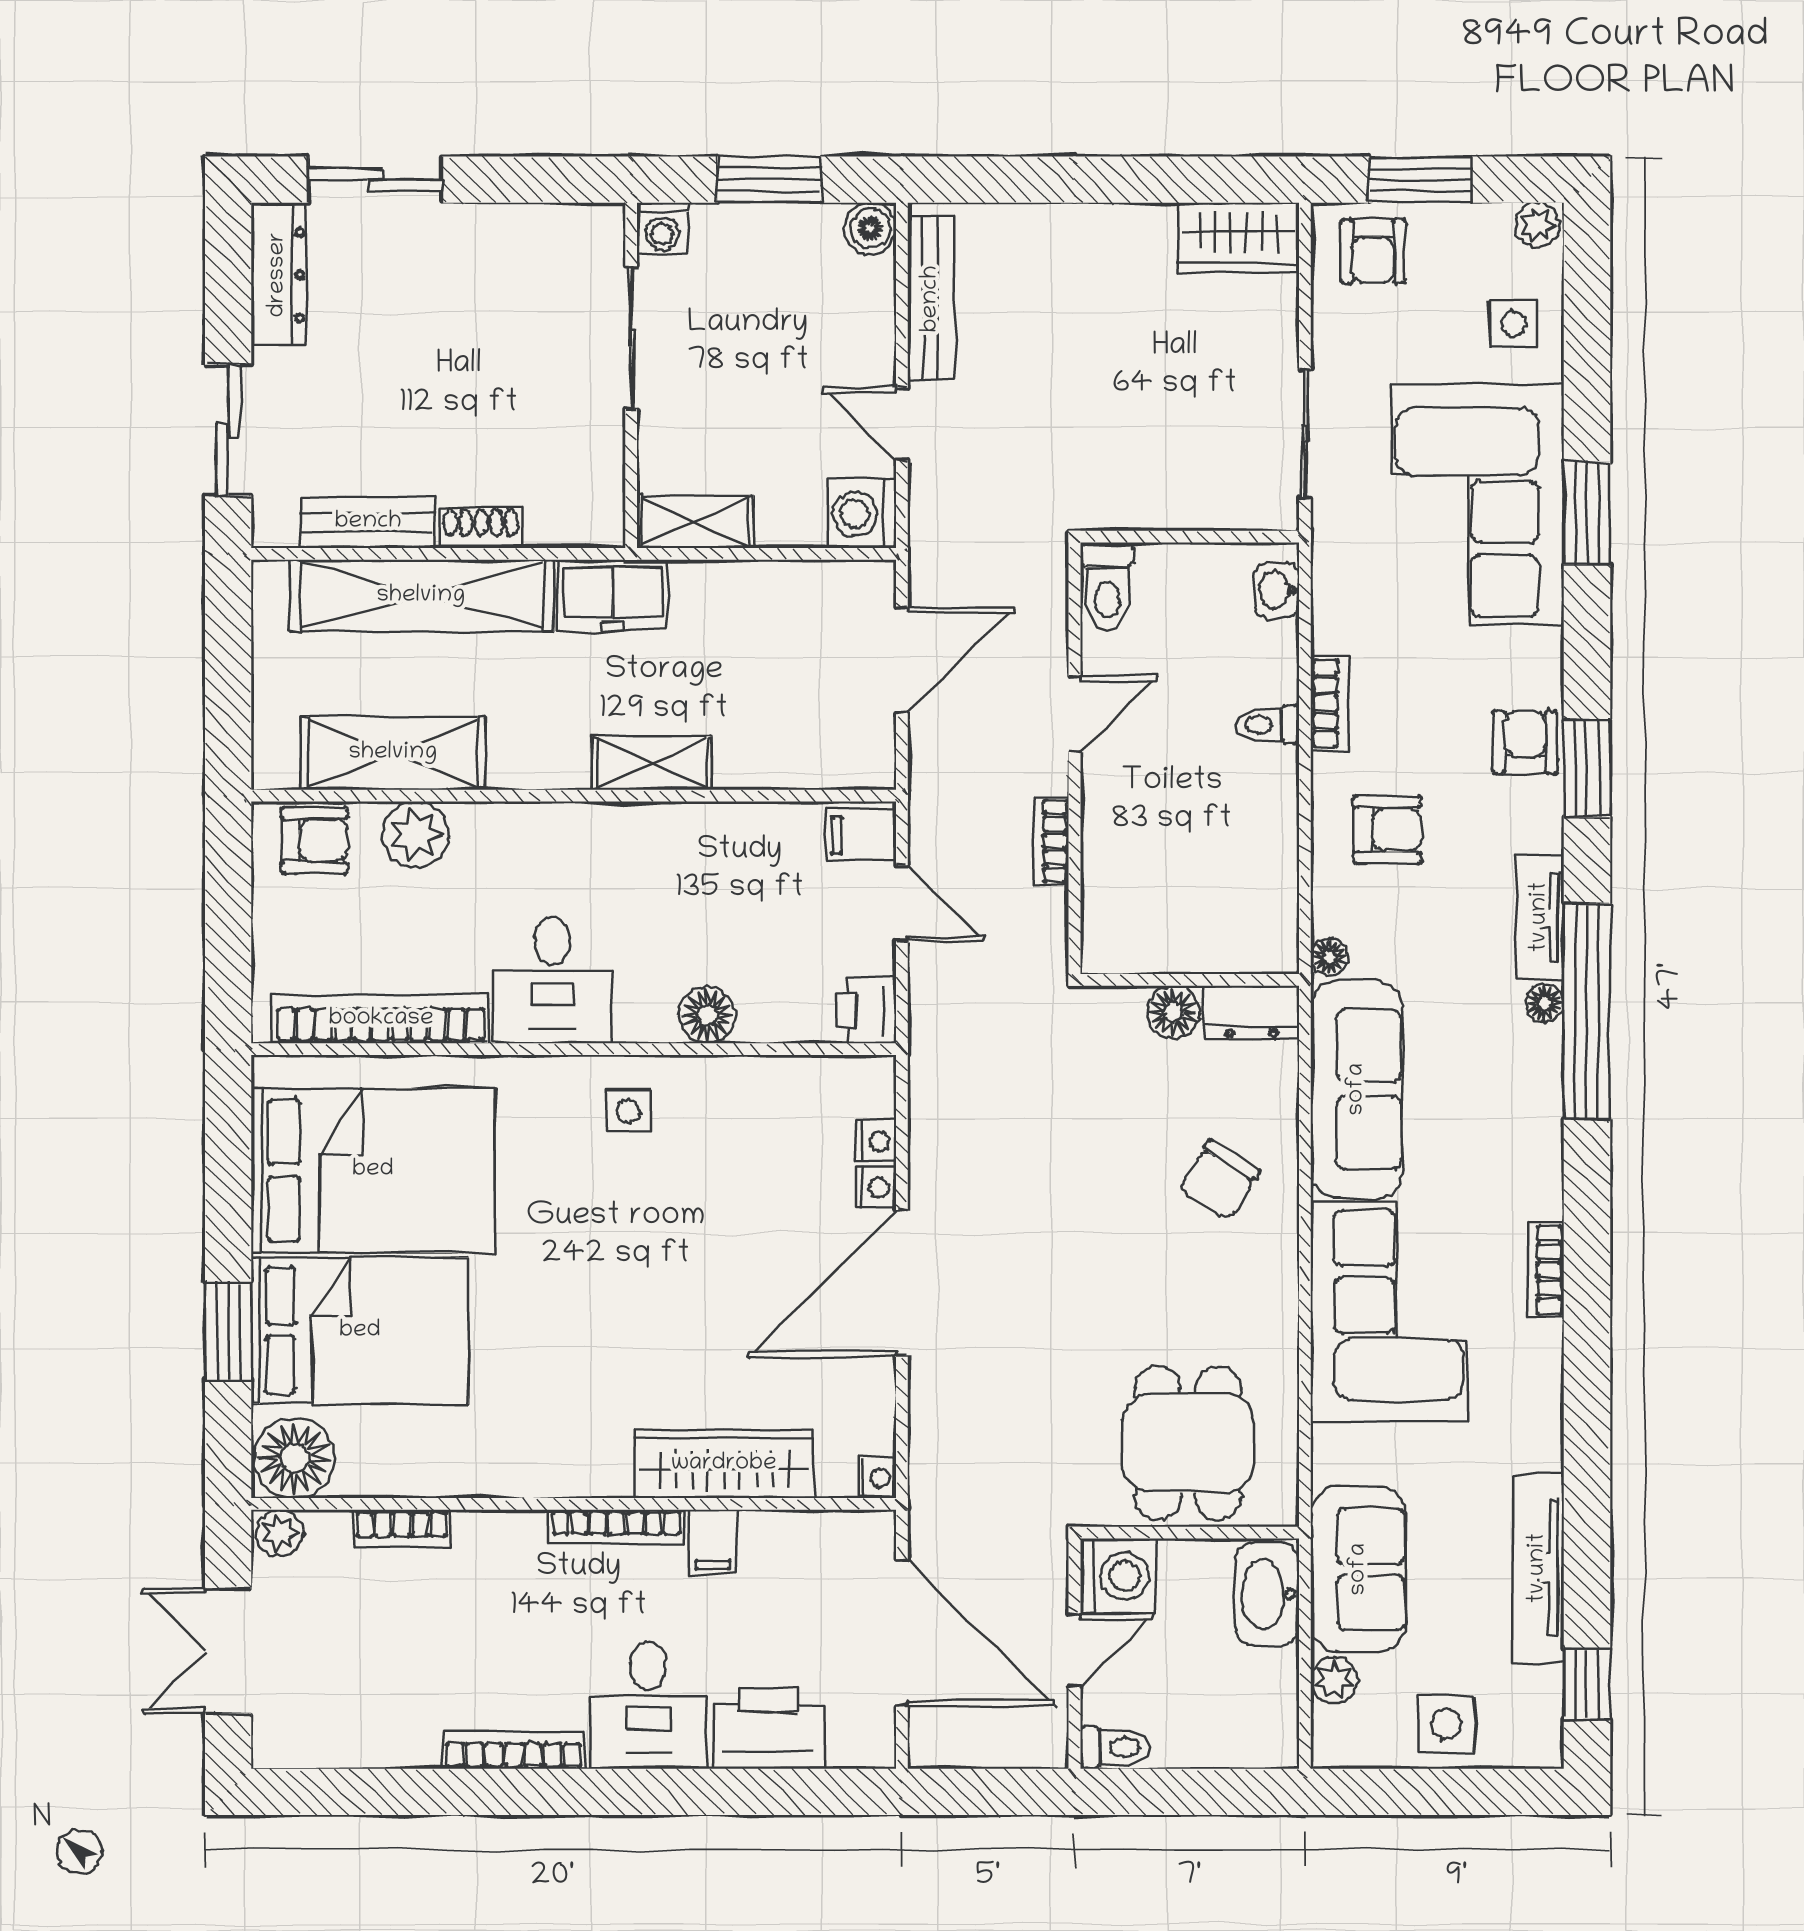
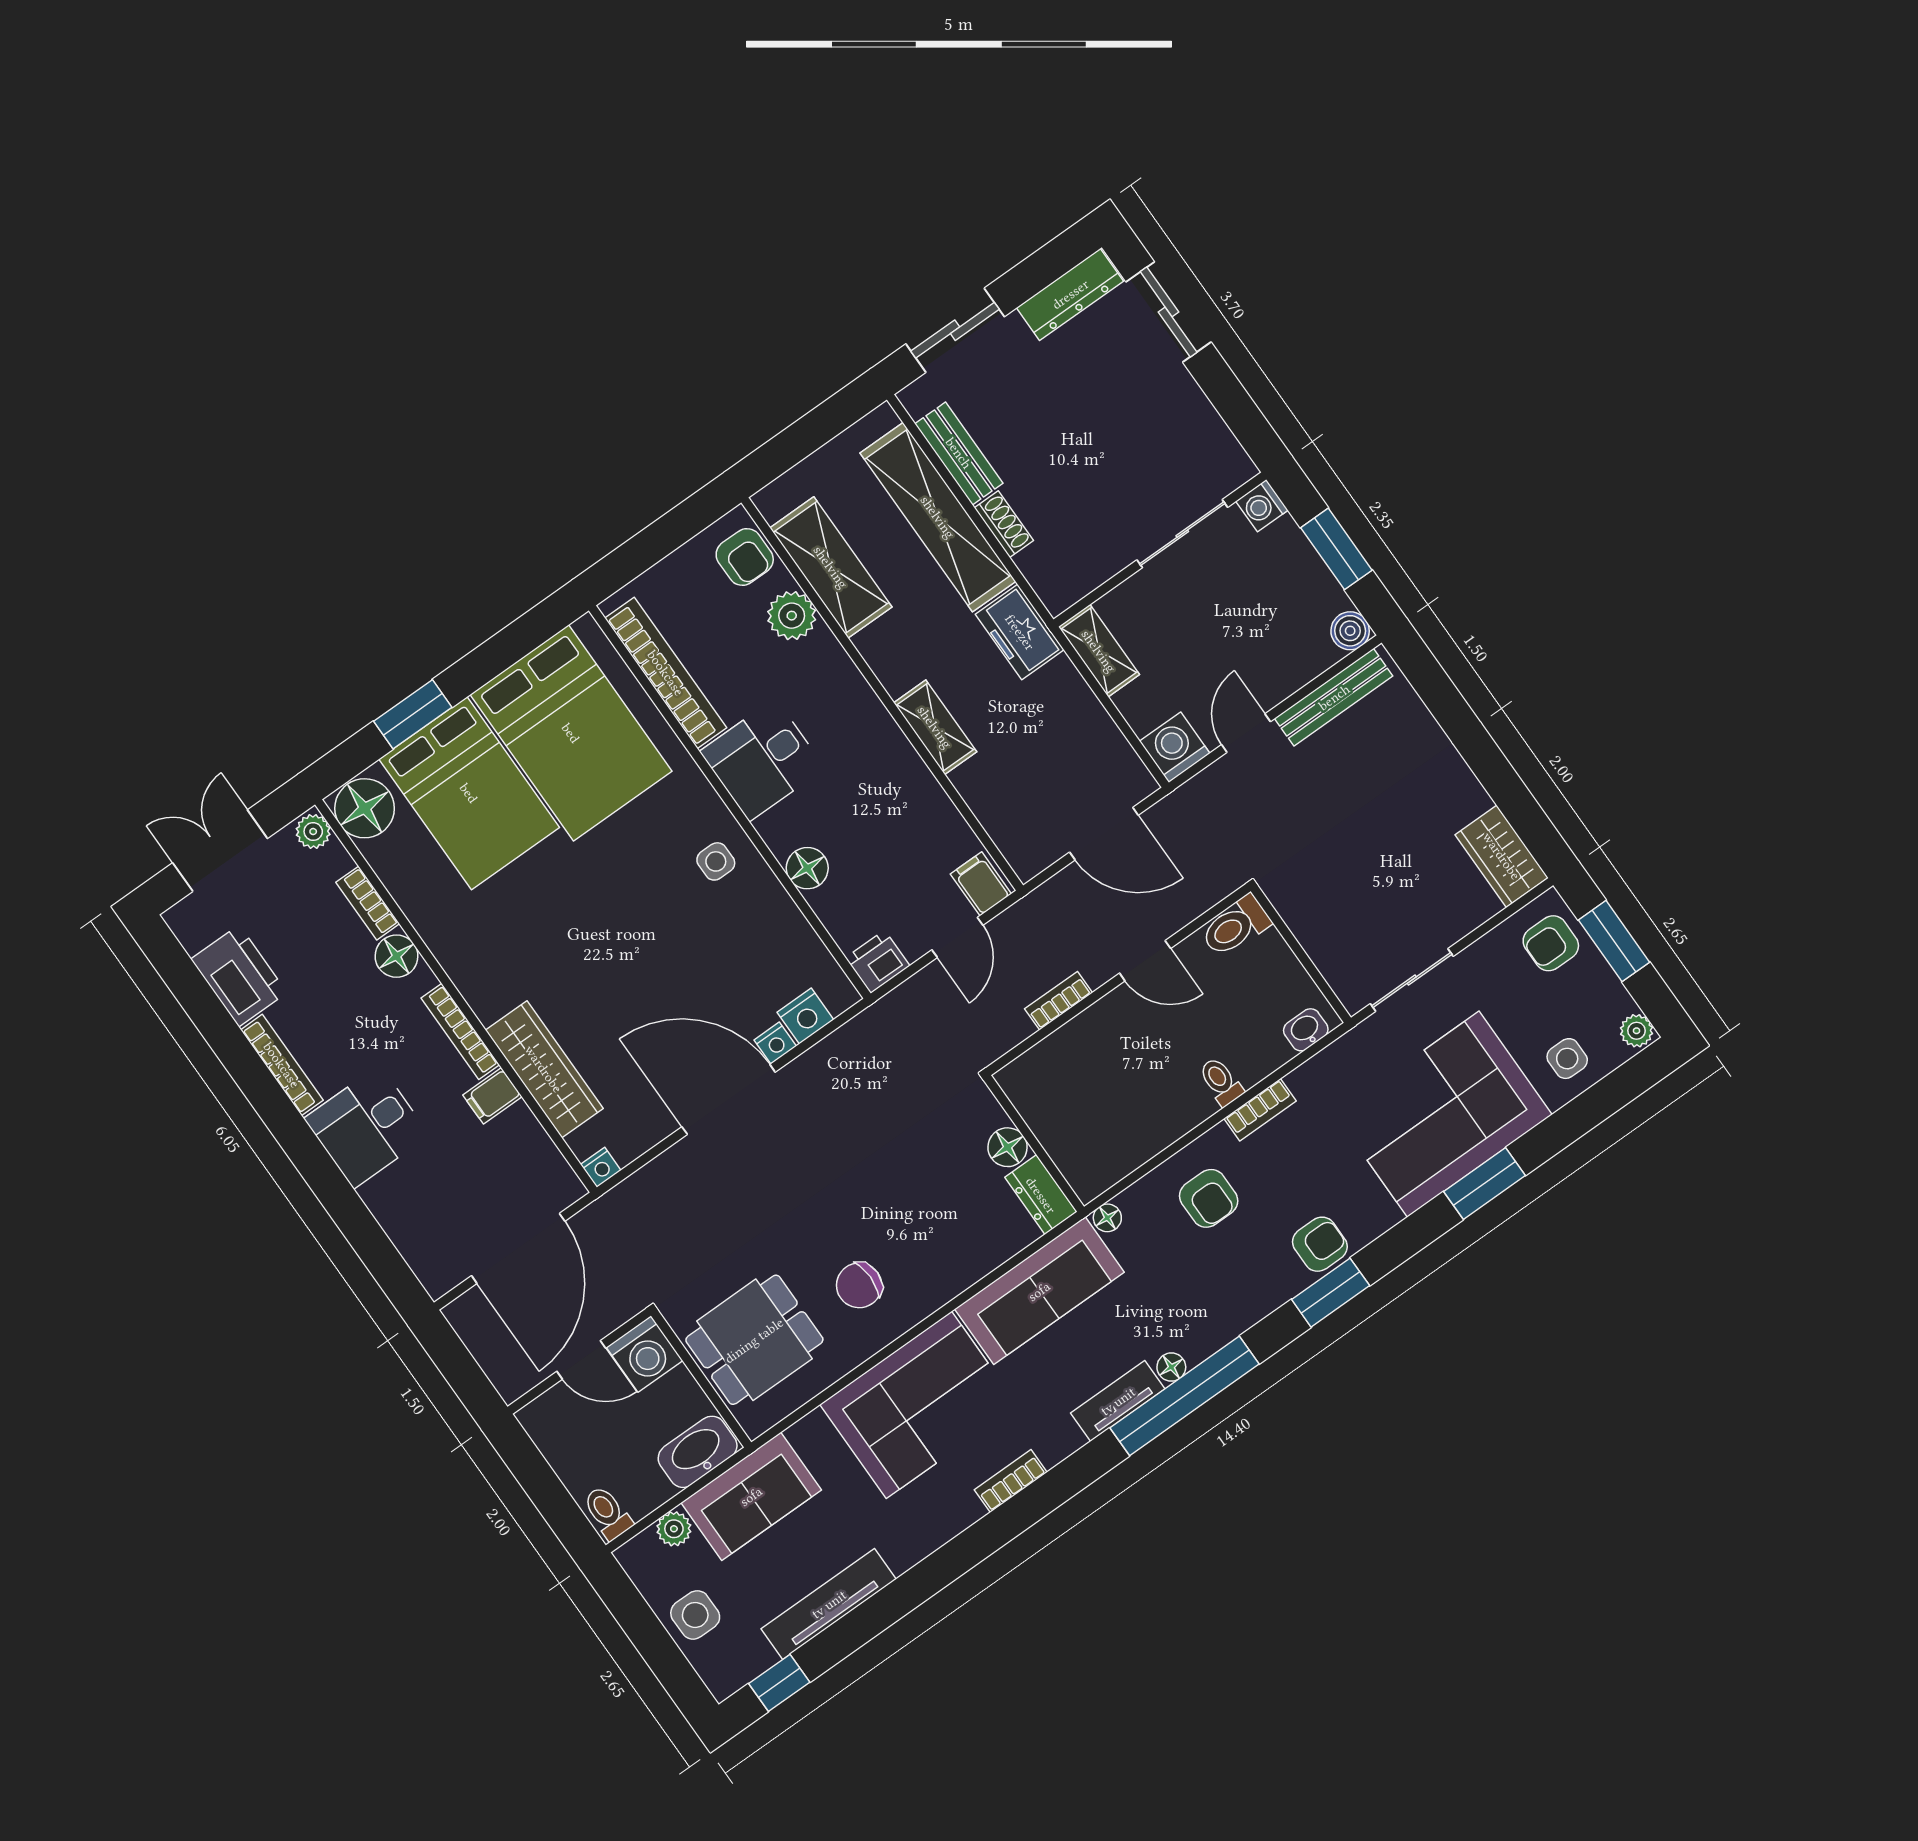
tv unit: (1540, 917) -> (1118, 1401), moved
nightstand: (876, 1141) -> (805, 1016), width x1.39, depth x1.35
chair: (1219, 1180) -> (859, 1285), moved, turned -32
floor lamp: (483, 1538) -> (396, 956), added
printer: (768, 1728) -> (239, 976), moved
toilet: (1115, 1747) -> (607, 1513), moved, turned 180

